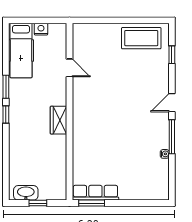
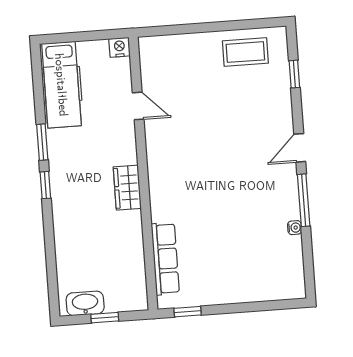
nightstand: (41, 29) -> (119, 47), moved
coffee table: (141, 38) -> (245, 52), width x0.73, depth x0.76
row of seats: (95, 193) -> (165, 259), moved, turned 90
window: (92, 203) -> (188, 312), width x0.67

